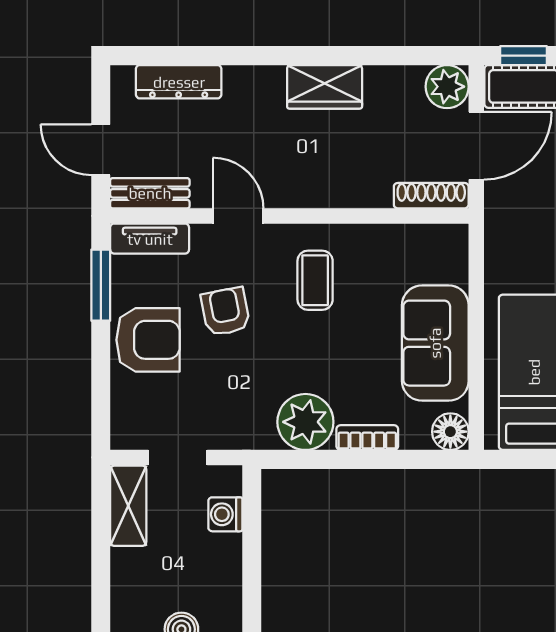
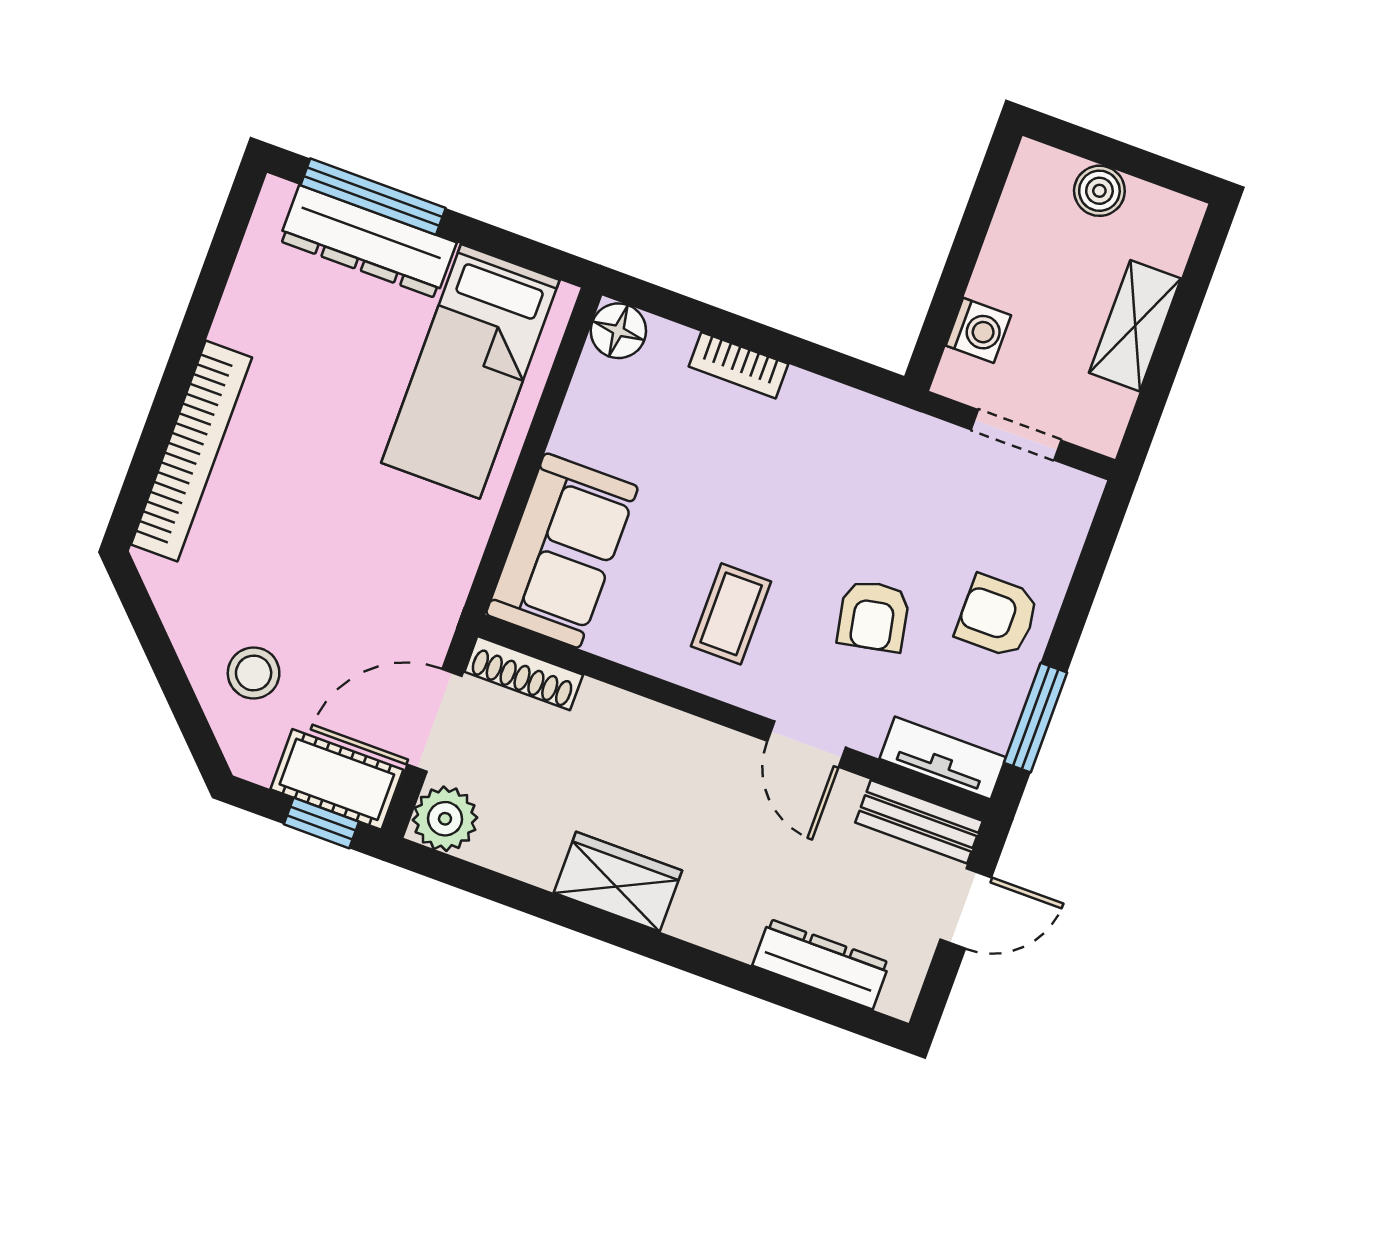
door: (101, 150) -> (966, 908), hinge flipped
armchair: (148, 340) -> (997, 616), width x0.72, depth x0.72
sofa: (435, 343) -> (562, 551), moved
plant: (305, 422) -> (818, 419), removed
shelving: (128, 506) -> (1135, 326), moved

